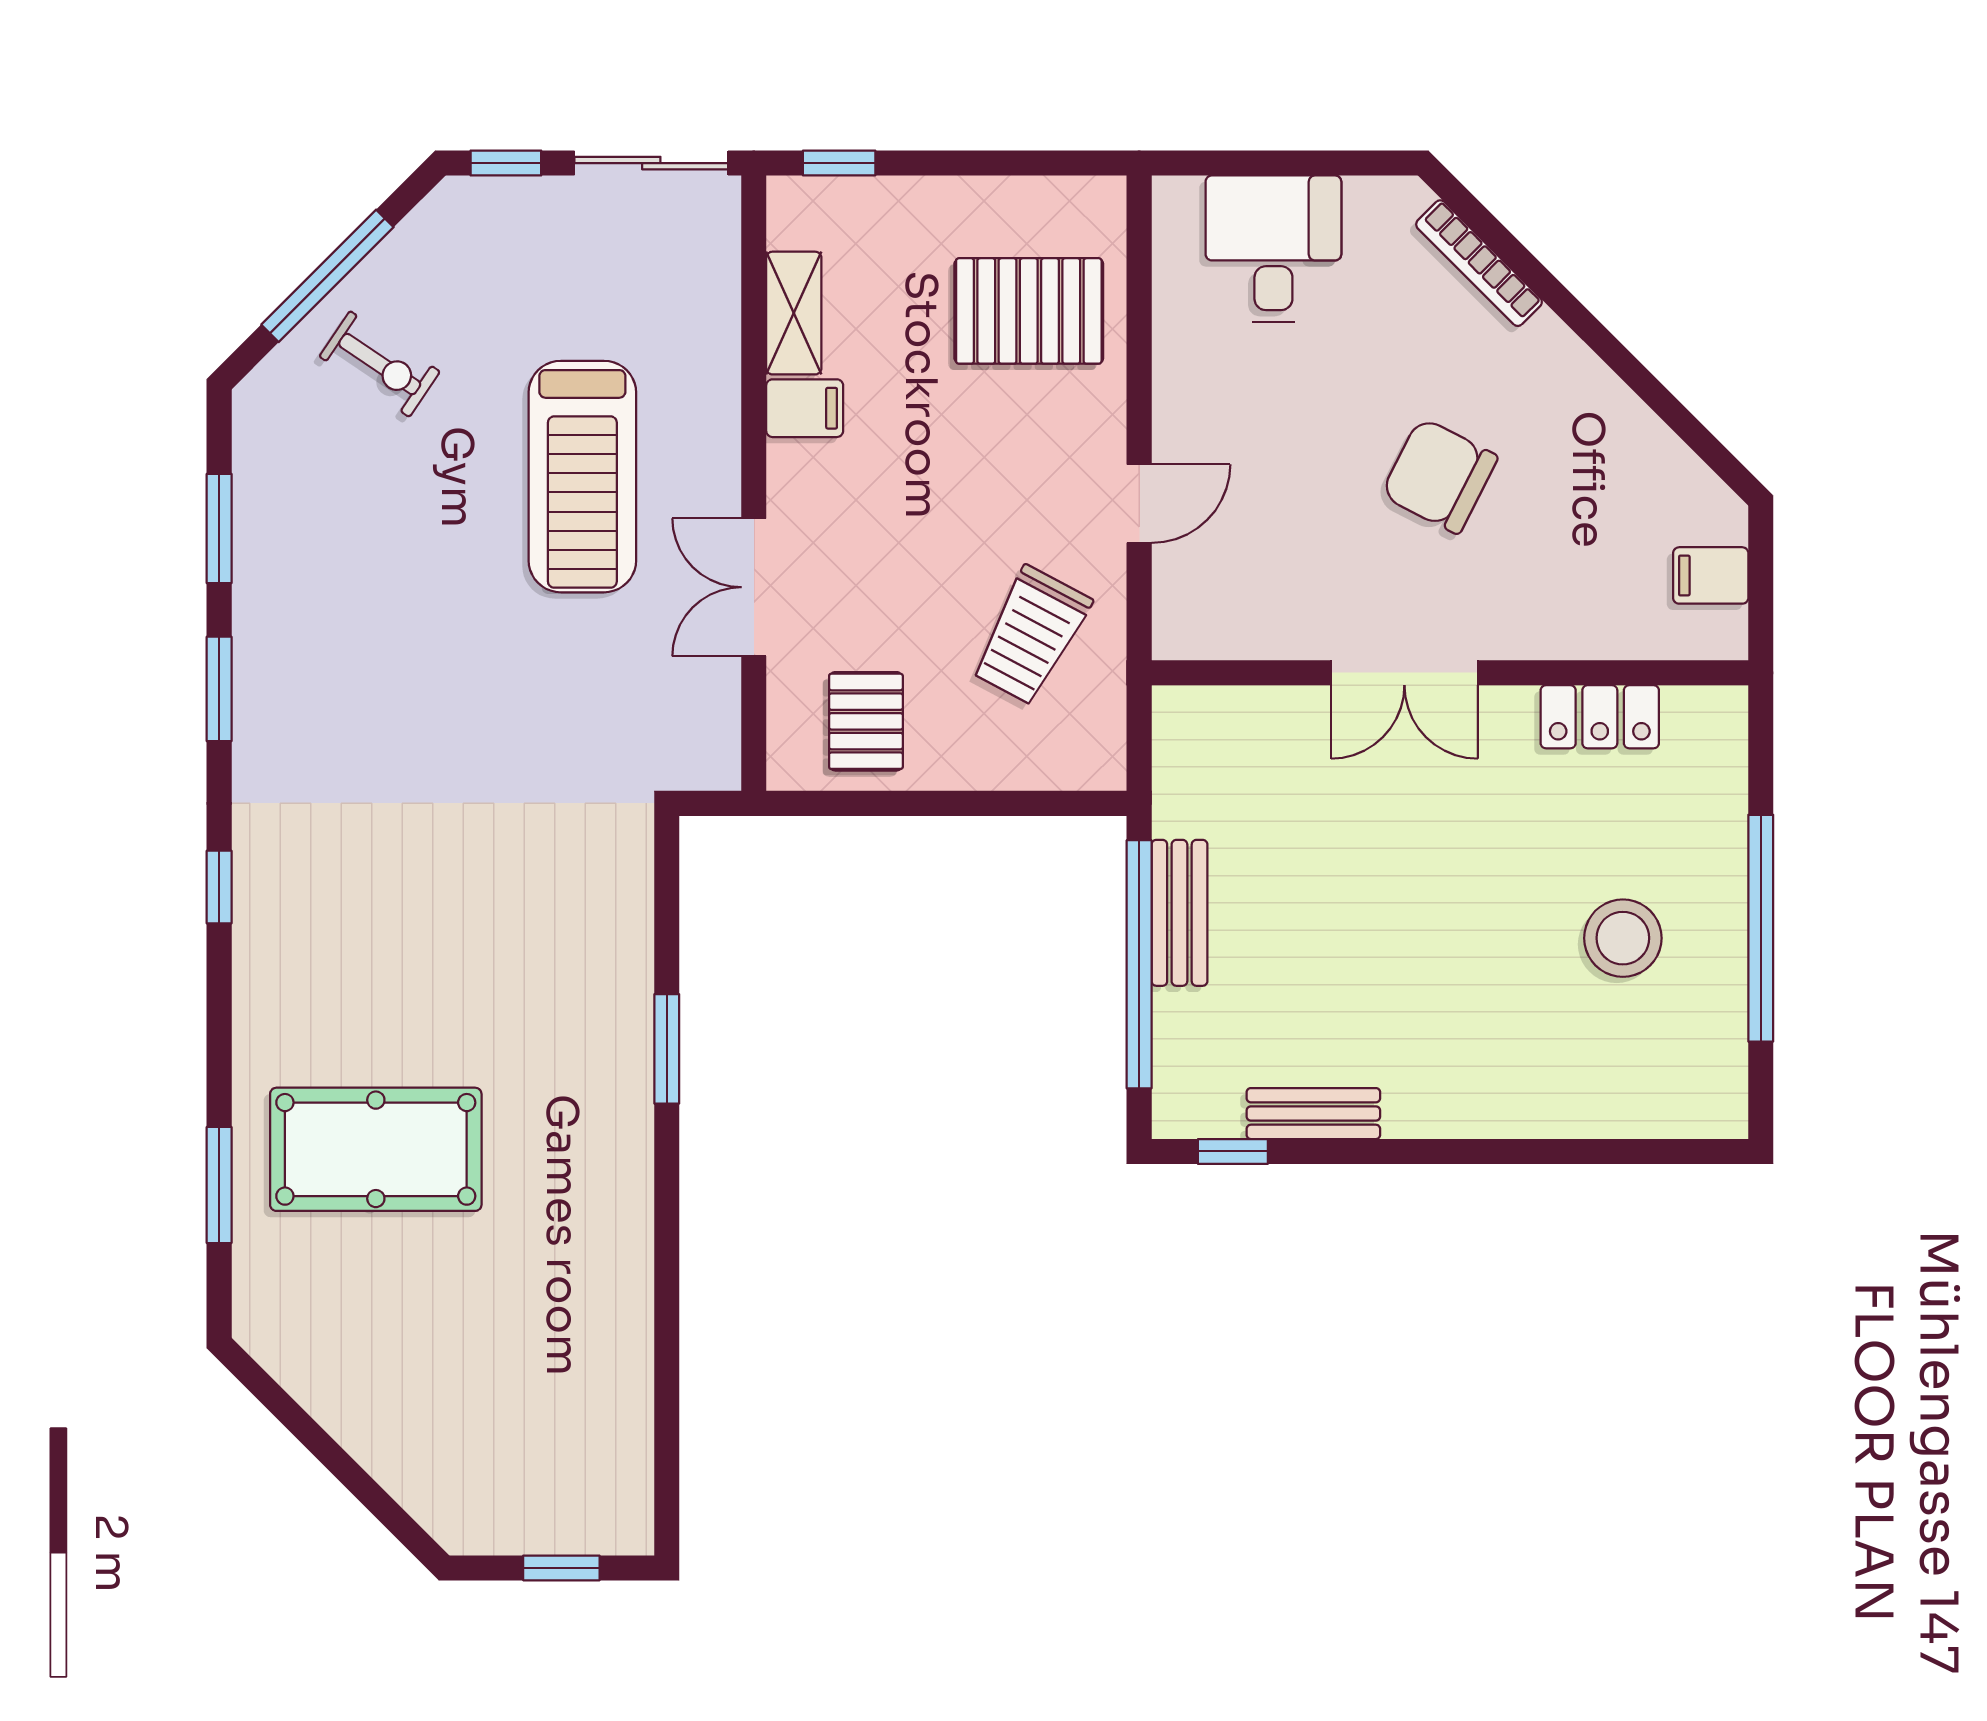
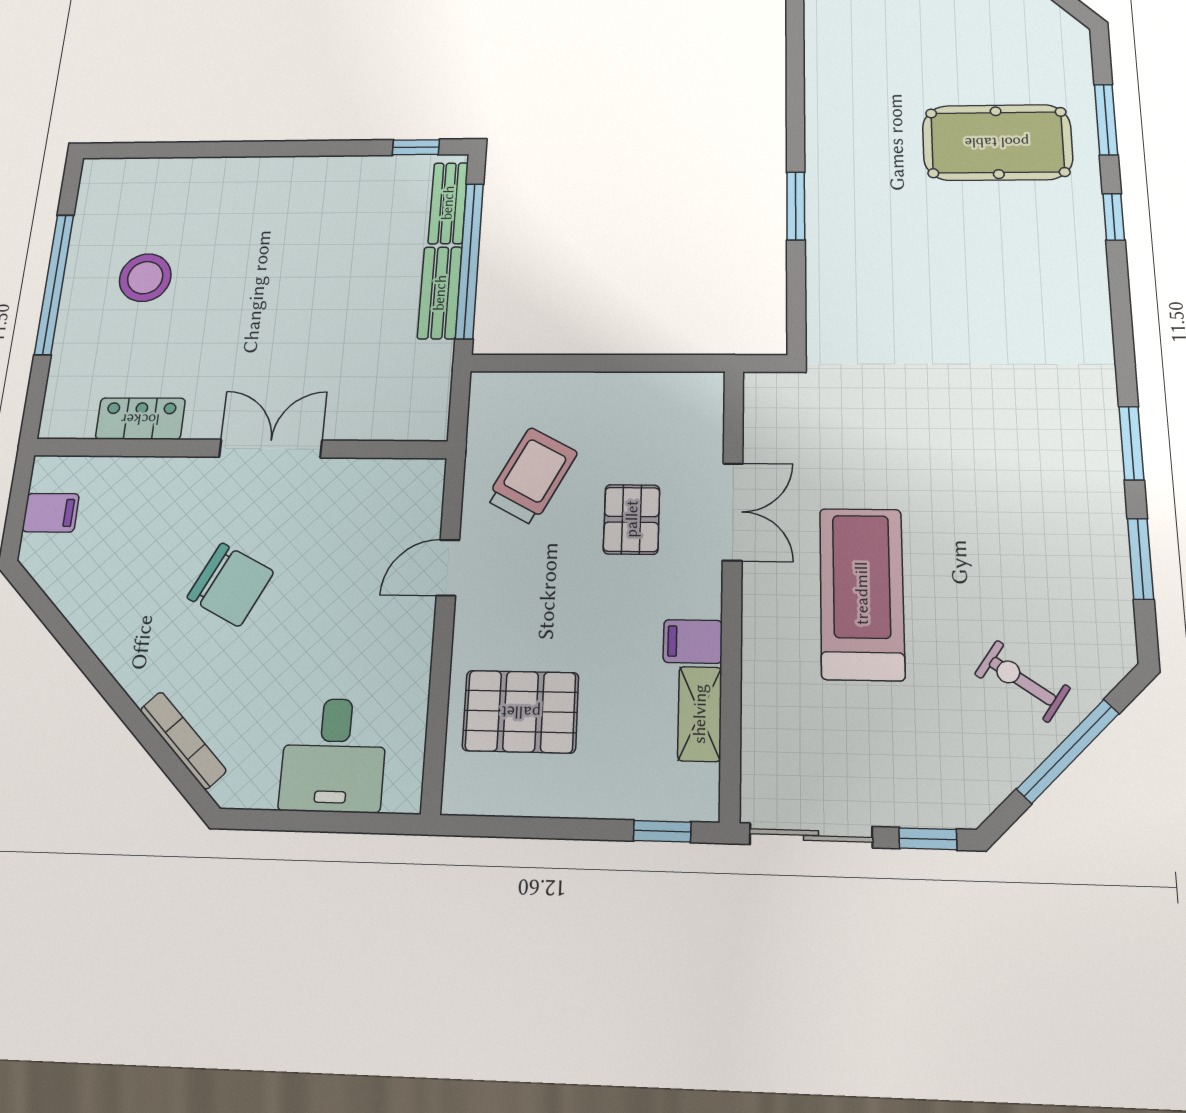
pallet: (866, 721) -> (632, 519), moved
window: (219, 887) -> (1114, 217), moved
bench: (1313, 1114) -> (448, 203), moved, turned 90

